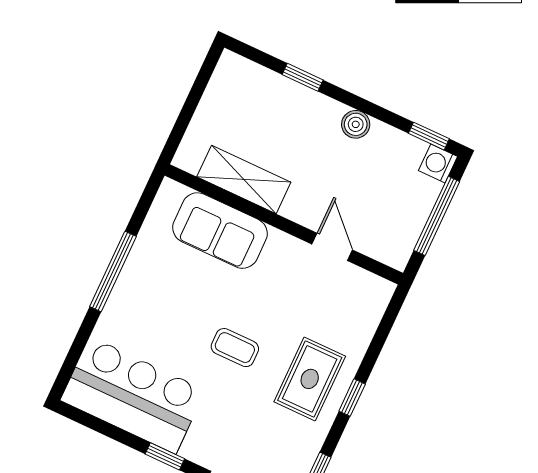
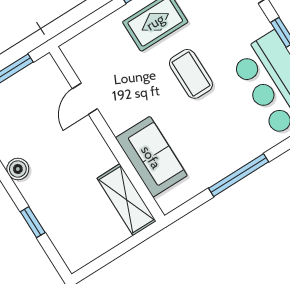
shelving: (244, 179) -> (127, 200), moved
coffee table: (235, 348) -> (191, 74), width x1.36, depth x1.30

